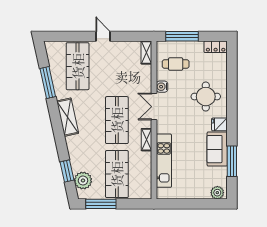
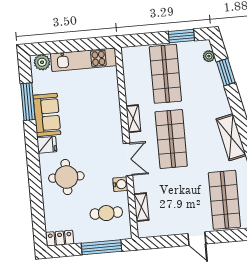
shelving: (146, 53) -> (141, 207), moved
kitchen unit: (164, 161) -> (84, 60), moved, turned -90
plant: (83, 180) -> (209, 56), width x0.53, depth x0.53
window: (101, 204) -> (181, 36), width x0.69

